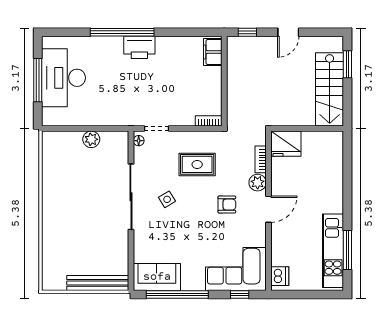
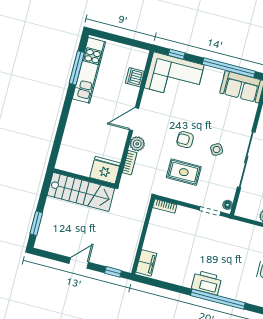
stairs: (330, 89) -> (81, 192), moved, turned 90
armchair: (227, 205) -> (185, 140), moved
dishwasher: (280, 276) -> (135, 77), moved

